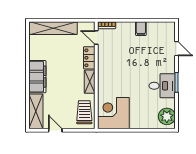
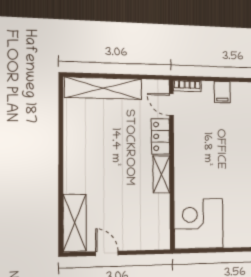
filing cabinet: (141, 29) -> (222, 92), moved
filing cabinet: (37, 77) -> (77, 166), removed
trolley: (84, 112) -> (153, 223), removed

